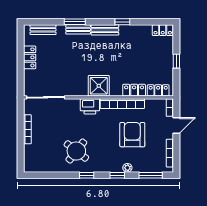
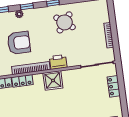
locker: (30, 57) -> (114, 86), moved
armchair: (132, 135) -> (19, 43), turned -90

